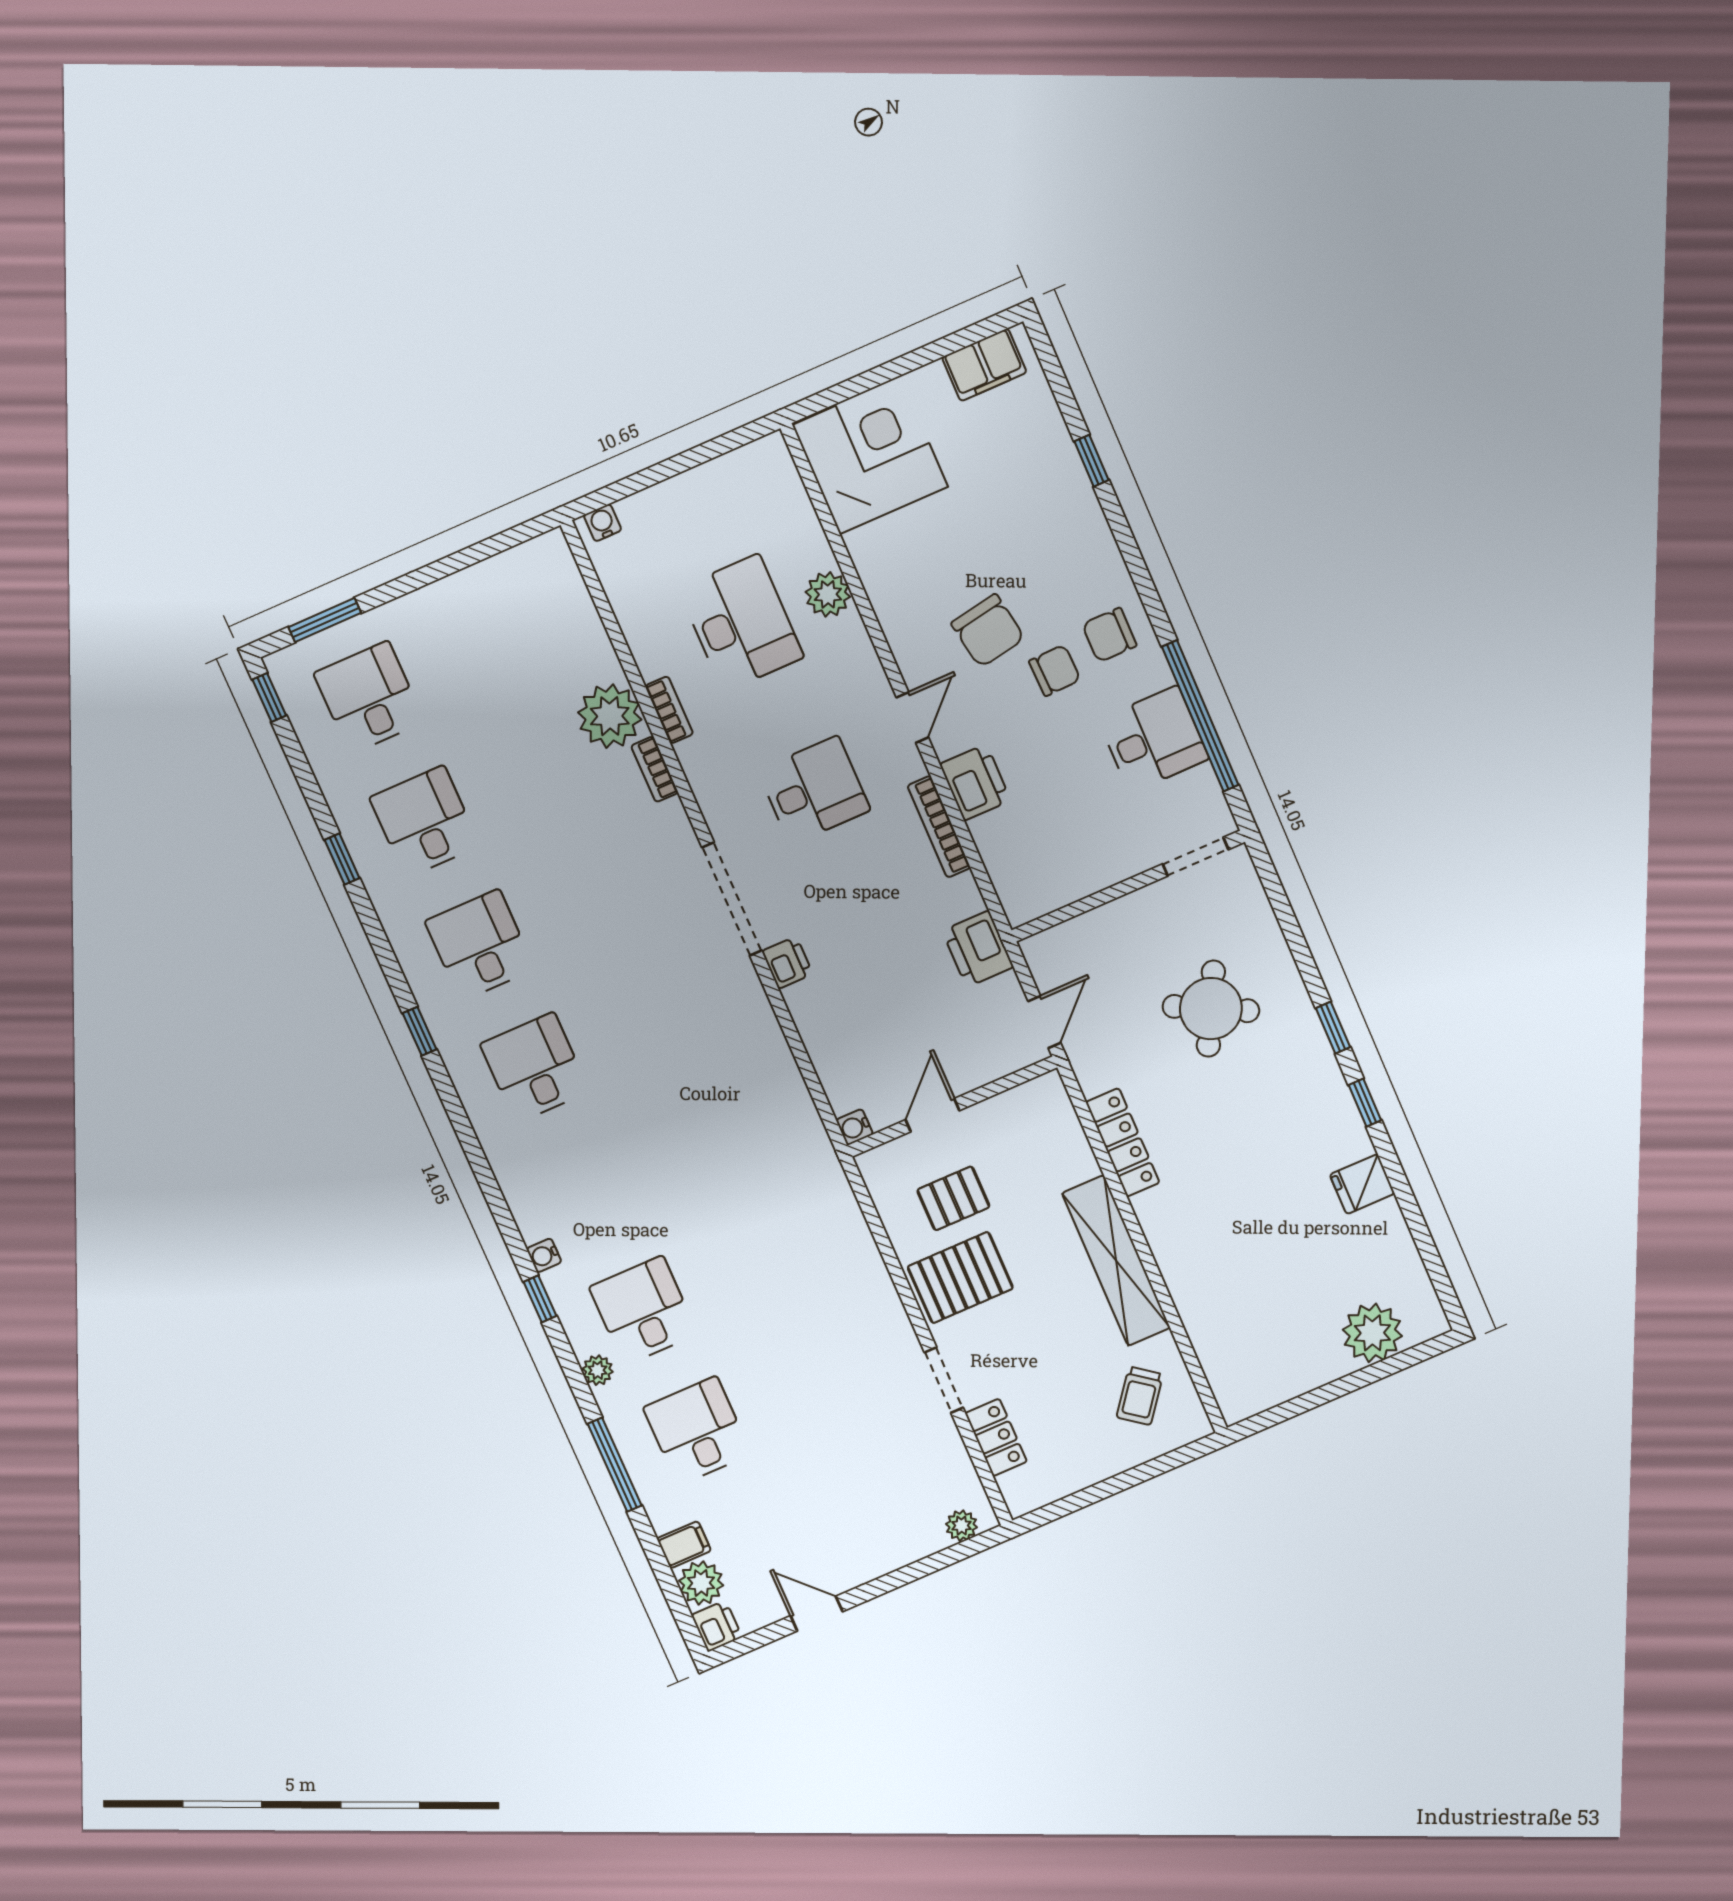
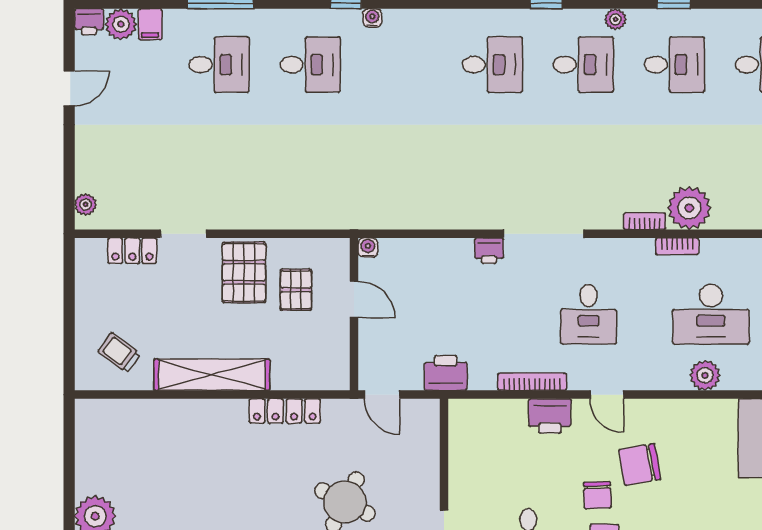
plant: (598, 1370) -> (615, 19), moved

